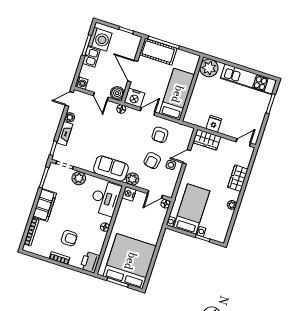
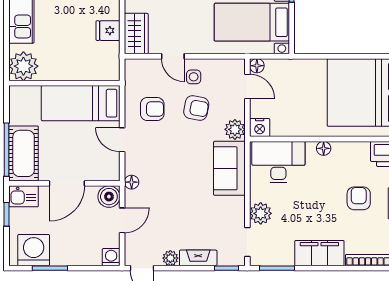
kitchen sink: (91, 57) -> (24, 196), moved, turned 180
nightstand: (134, 98) -> (107, 167), removed

